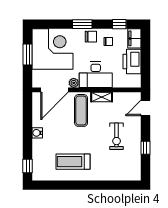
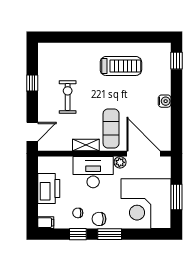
window: (119, 24) -> (78, 234), moved
filing cabinet: (134, 38) -> (46, 223), width x0.50
door: (54, 90) -> (143, 154), hinge flipped

